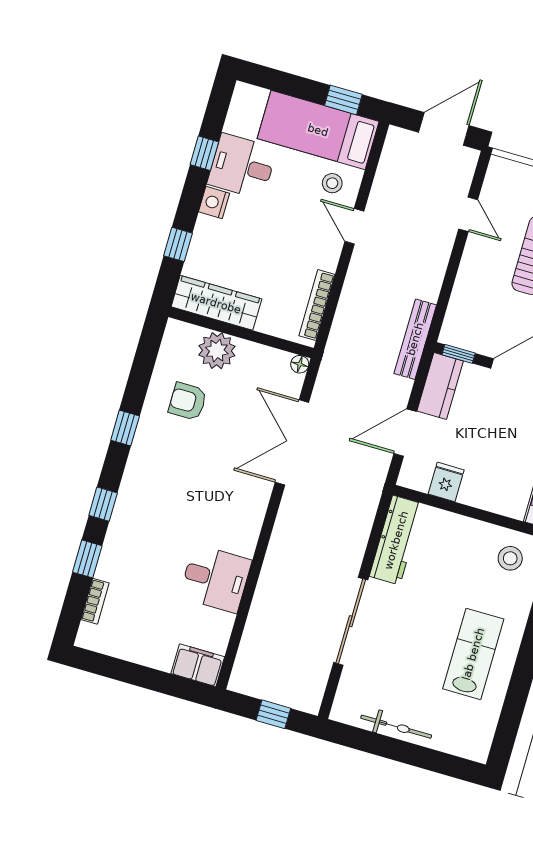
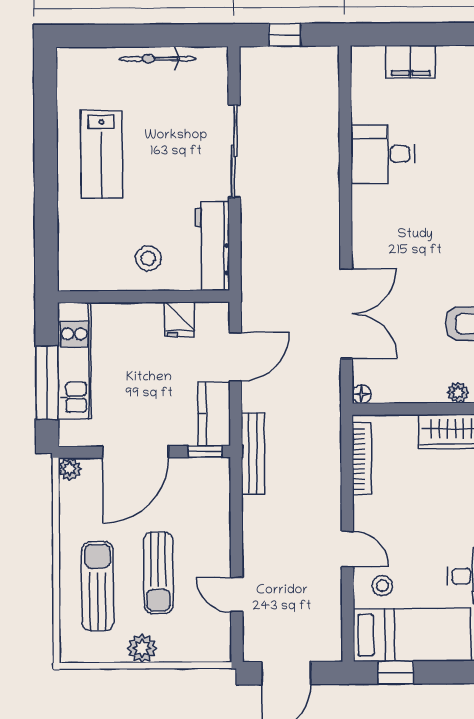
plant: (217, 351) -> (458, 393), width x0.53, depth x0.53
stool: (510, 558) -> (148, 258), moved
filing cabinet: (198, 665) -> (411, 62), moved

